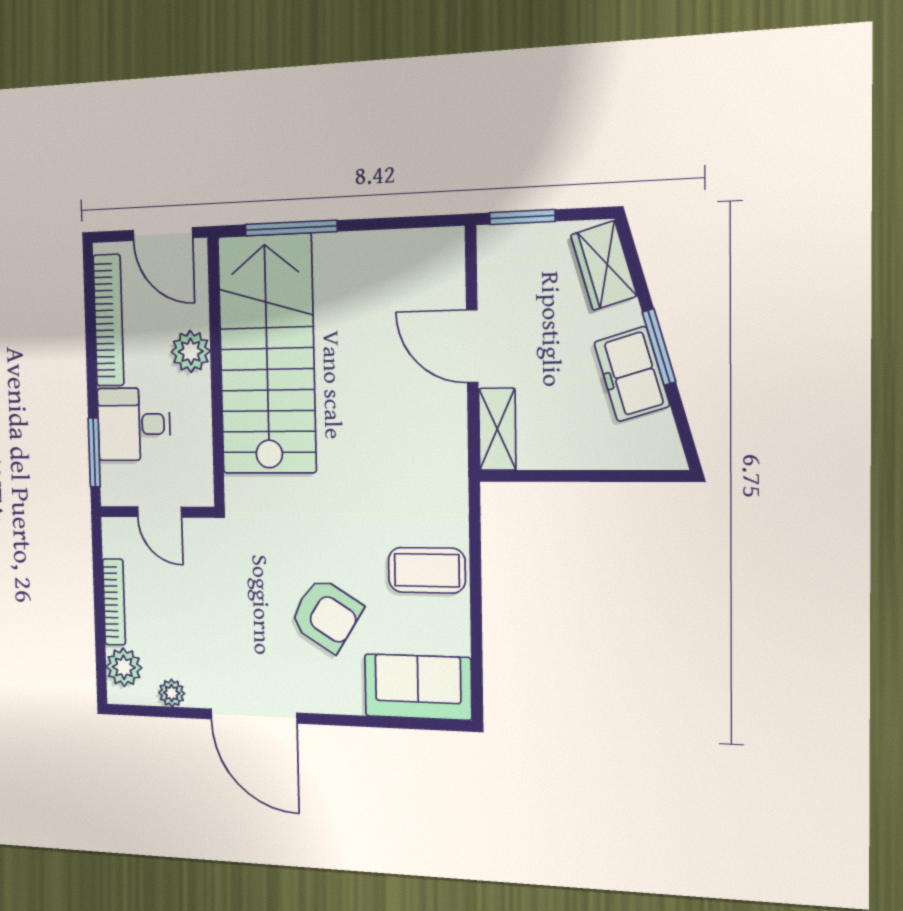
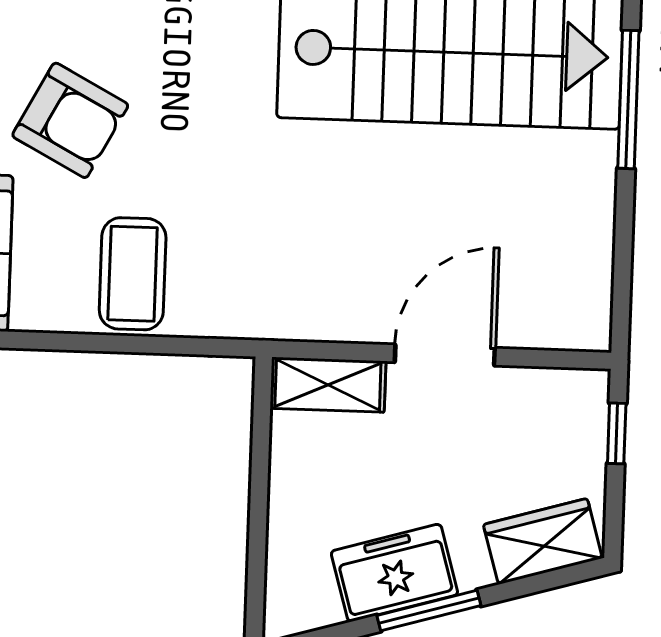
window: (522, 217) -> (617, 433), width x0.67
armchair: (326, 615) -> (70, 120), turned -94

